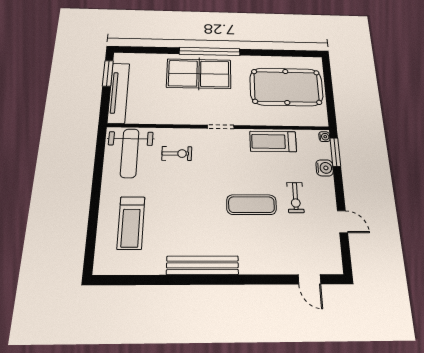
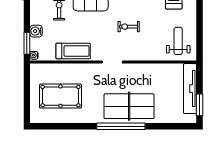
pool table: (286, 87) -> (60, 96), width x0.73, depth x0.76
weight bench: (130, 153) -> (178, 41), width x0.73, depth x0.75
exercise bike: (177, 153) -> (129, 27), moved

